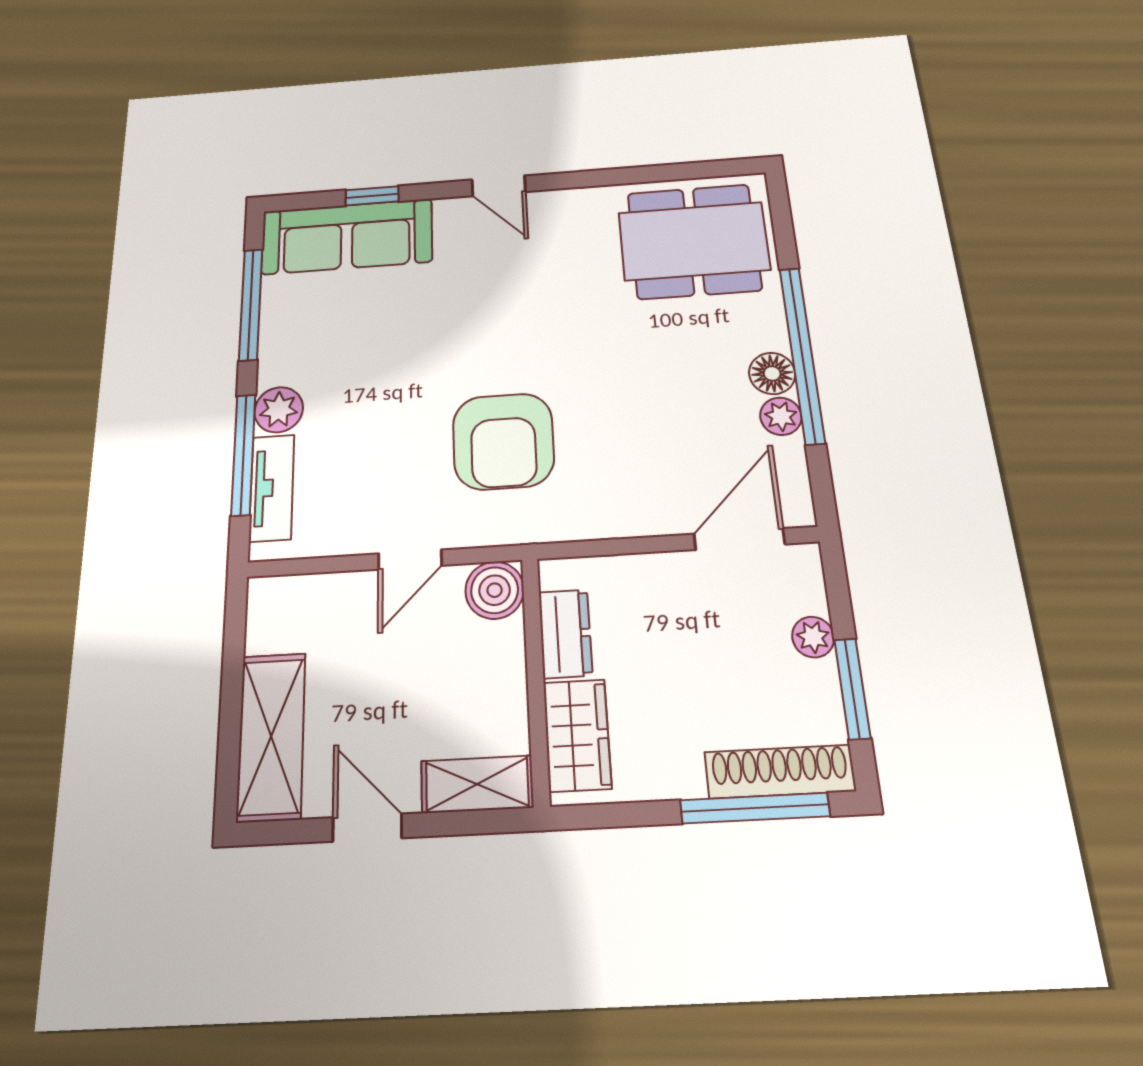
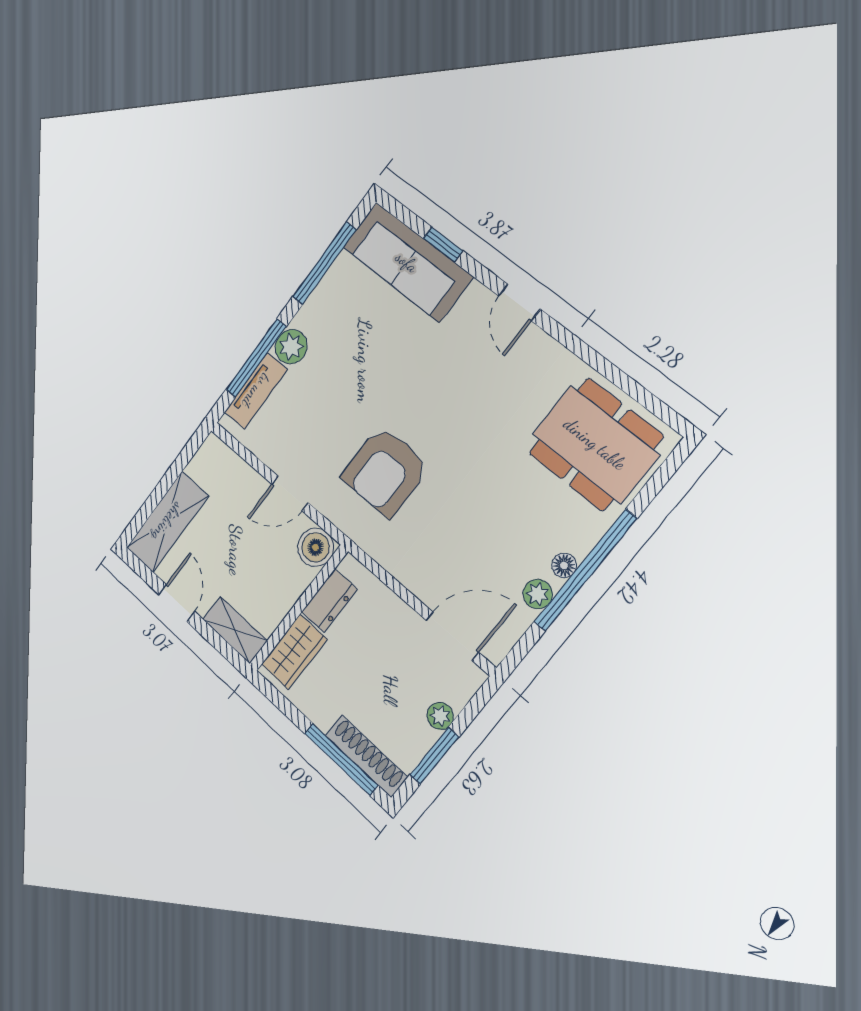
floor lamp: (772, 373) -> (564, 565), width x0.73, depth x0.73

